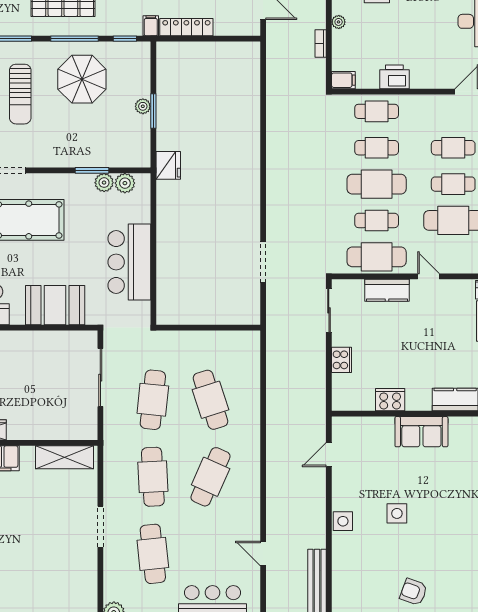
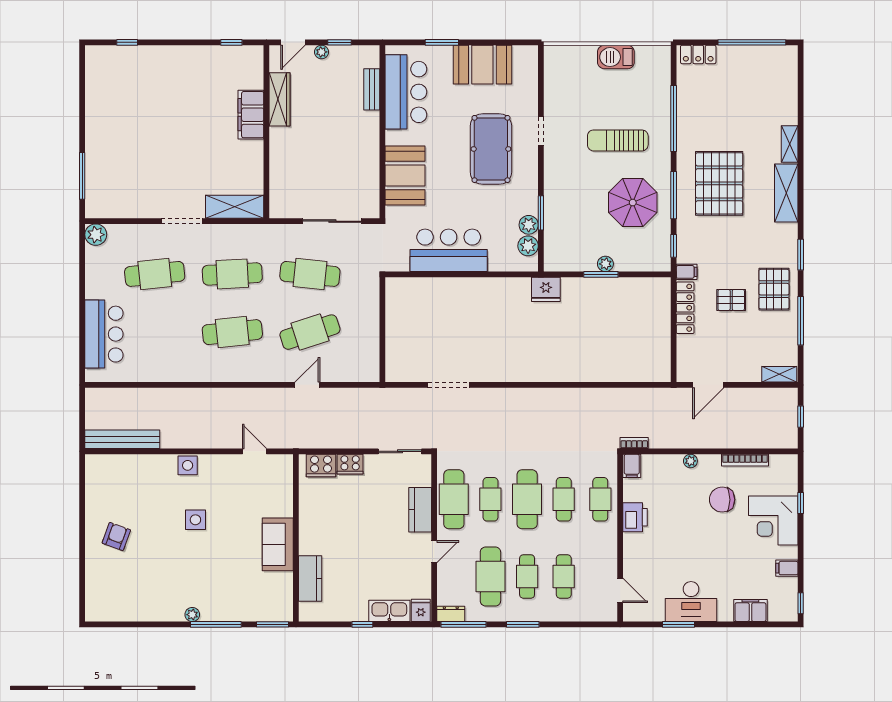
bookcase: (321, 44) -> (634, 443), moved
cooker: (390, 400) -> (321, 465), moved, turned 90
shelving: (65, 457) -> (235, 207), moved, turned 90
cafe table: (211, 477) -> (232, 332), turned -30
door: (263, 554) -> (307, 385), moved

